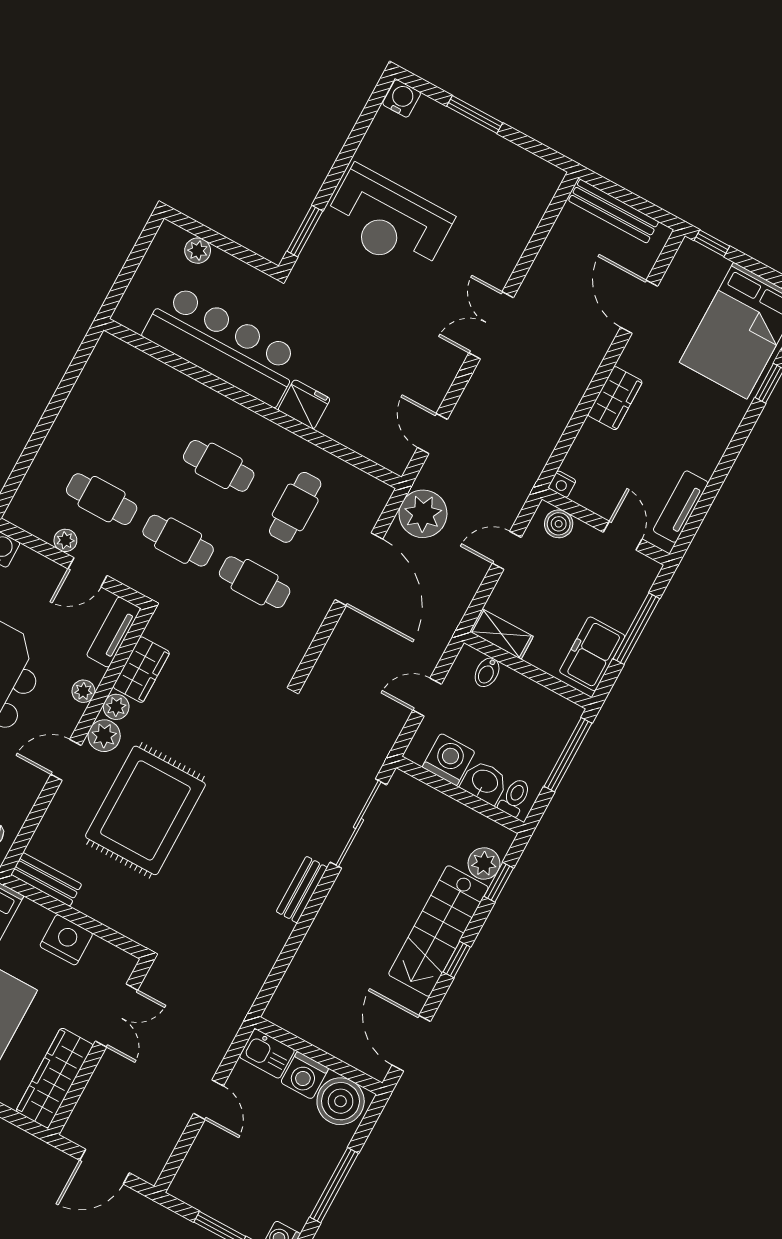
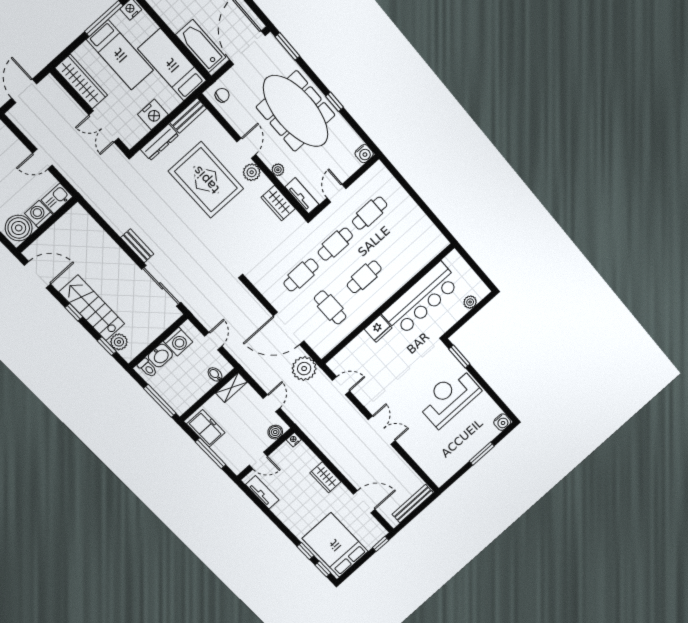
plant: (65, 540) -> (356, 188), removed
plant: (116, 707) -> (264, 184), removed
dresser: (109, 913) -> (160, 142), added

